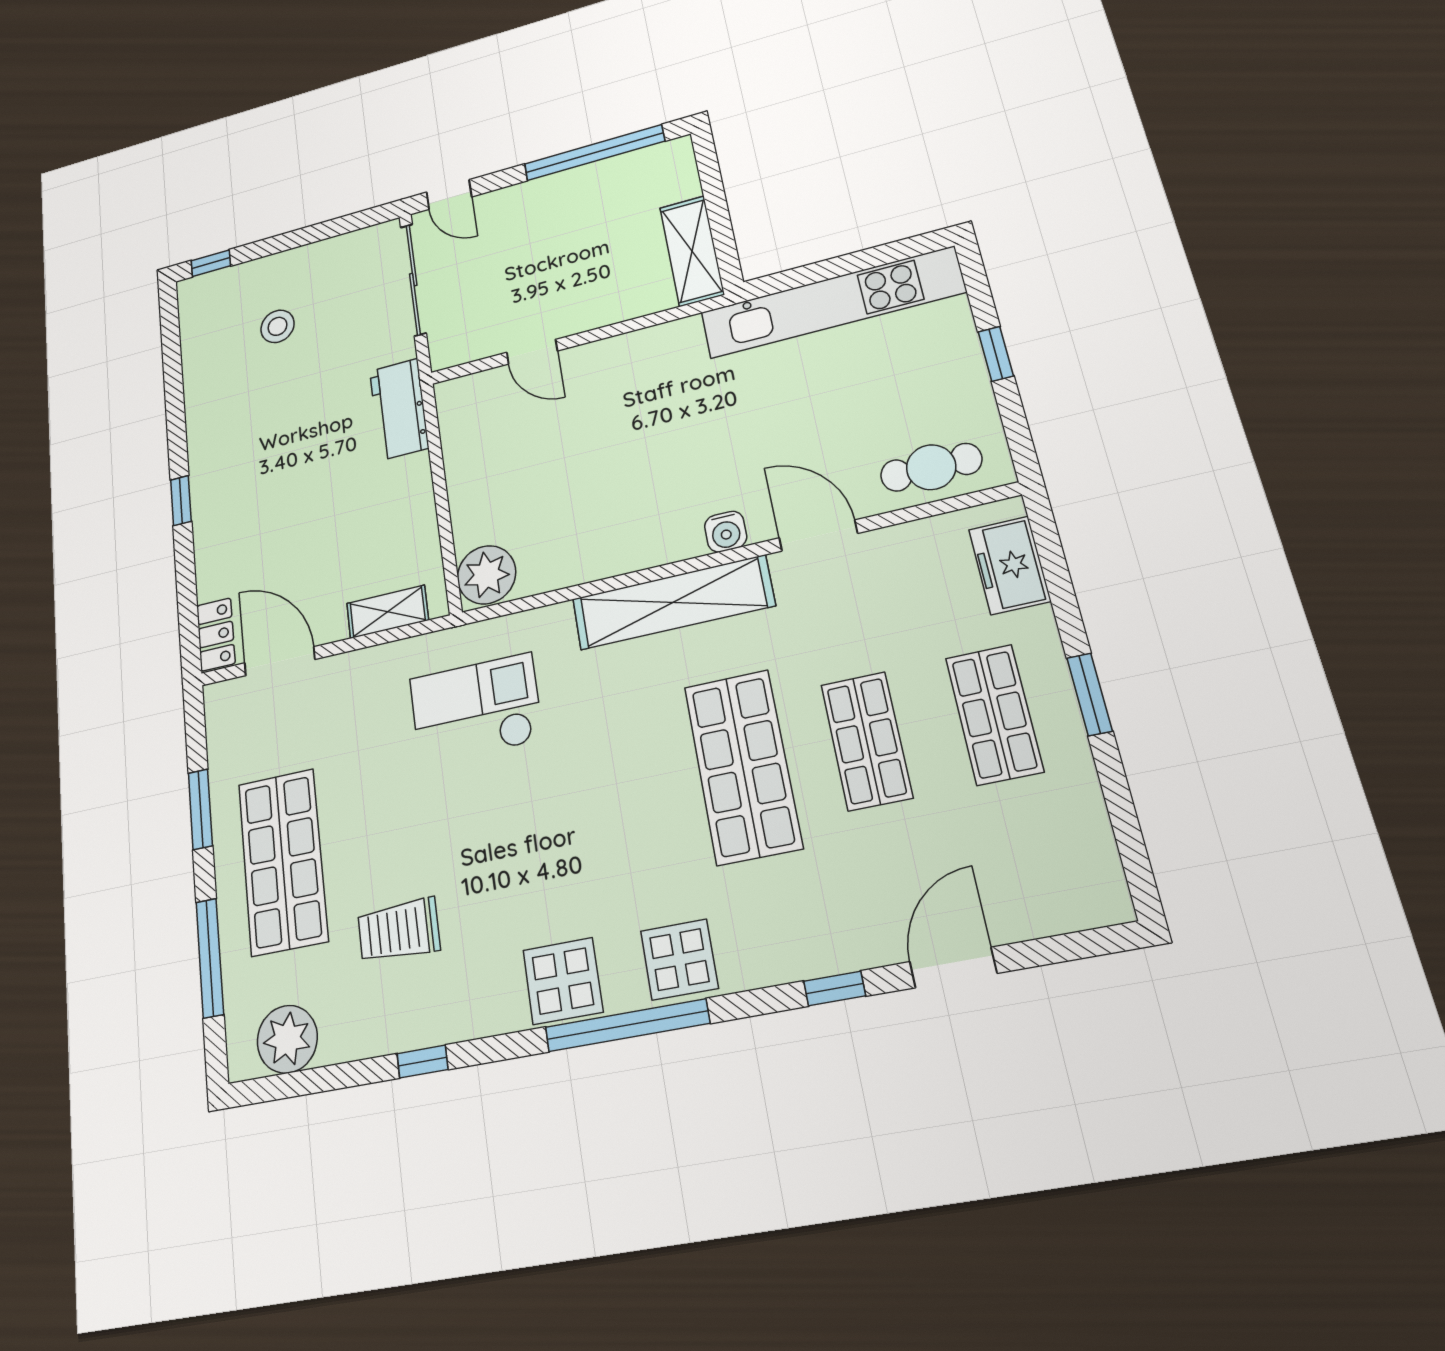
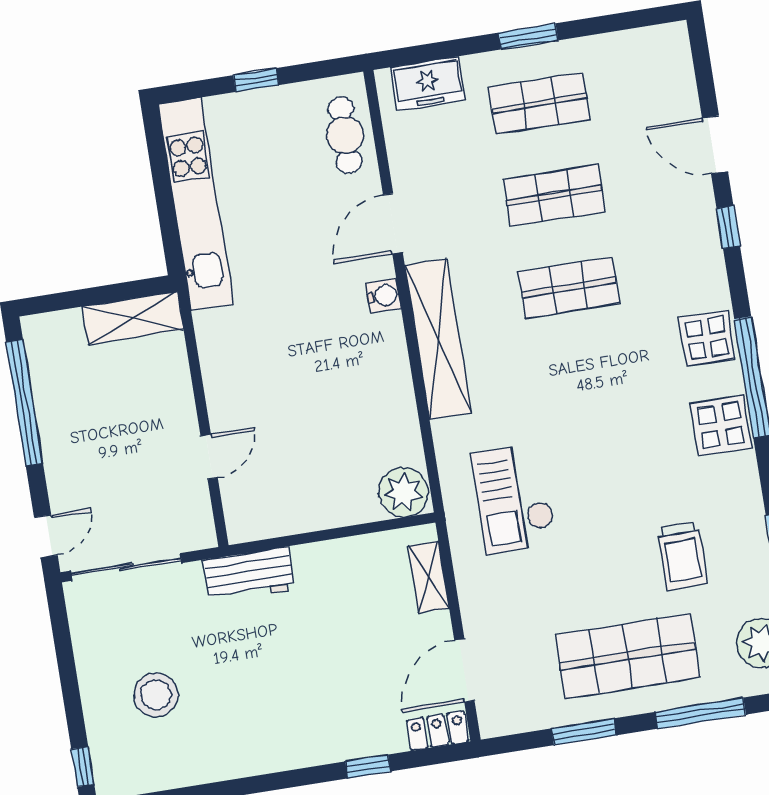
stool: (277, 326) -> (156, 695), width x1.38, depth x1.38
window: (181, 501) -> (368, 766), moved
shop shelf: (743, 766) -> (569, 288), width x0.70, depth x0.74

